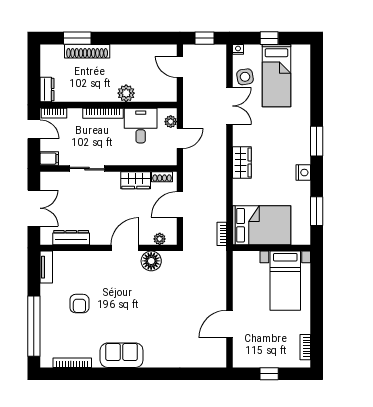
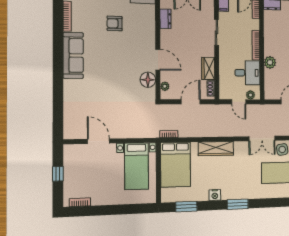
wardrobe: (242, 162) -> (216, 149), width x1.50
door: (180, 204) -> (191, 102), hinge flipped
dresser: (71, 238) -> (165, 19), width x0.70
bed with nightstands: (285, 281) -> (137, 166), moved, turned -90
sofa: (122, 355) -> (73, 55), width x1.36

